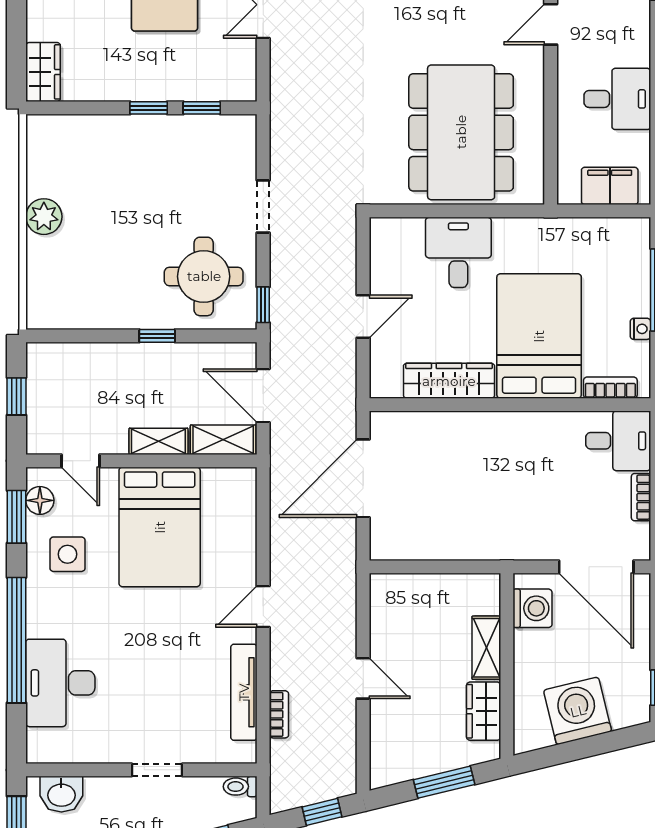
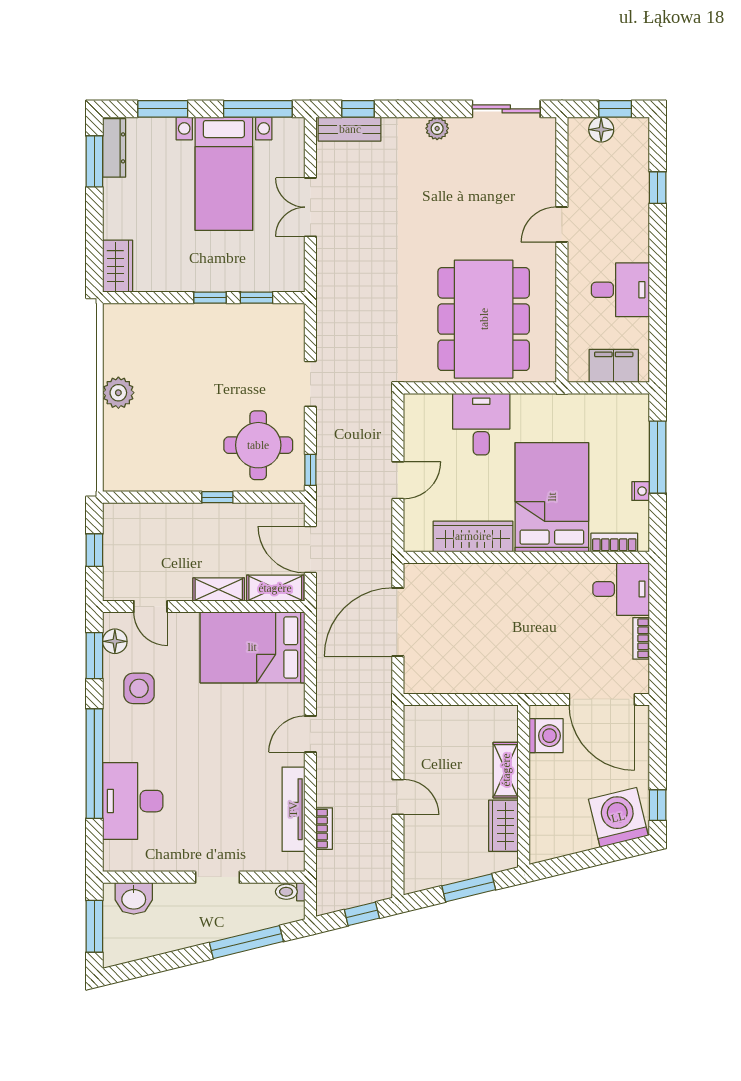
bed: (160, 527) -> (252, 647), moved, turned 90
washing machine: (578, 711) -> (618, 817), moved

